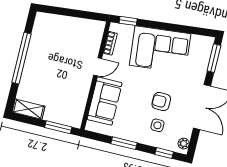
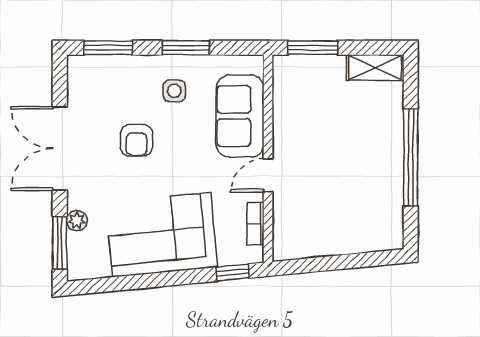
armchair: (161, 102) -> (137, 140), turned 90
side table: (157, 125) -> (174, 91), moved
plant: (184, 144) -> (77, 221), moved
window: (164, 153) -> (108, 48), width x1.50

